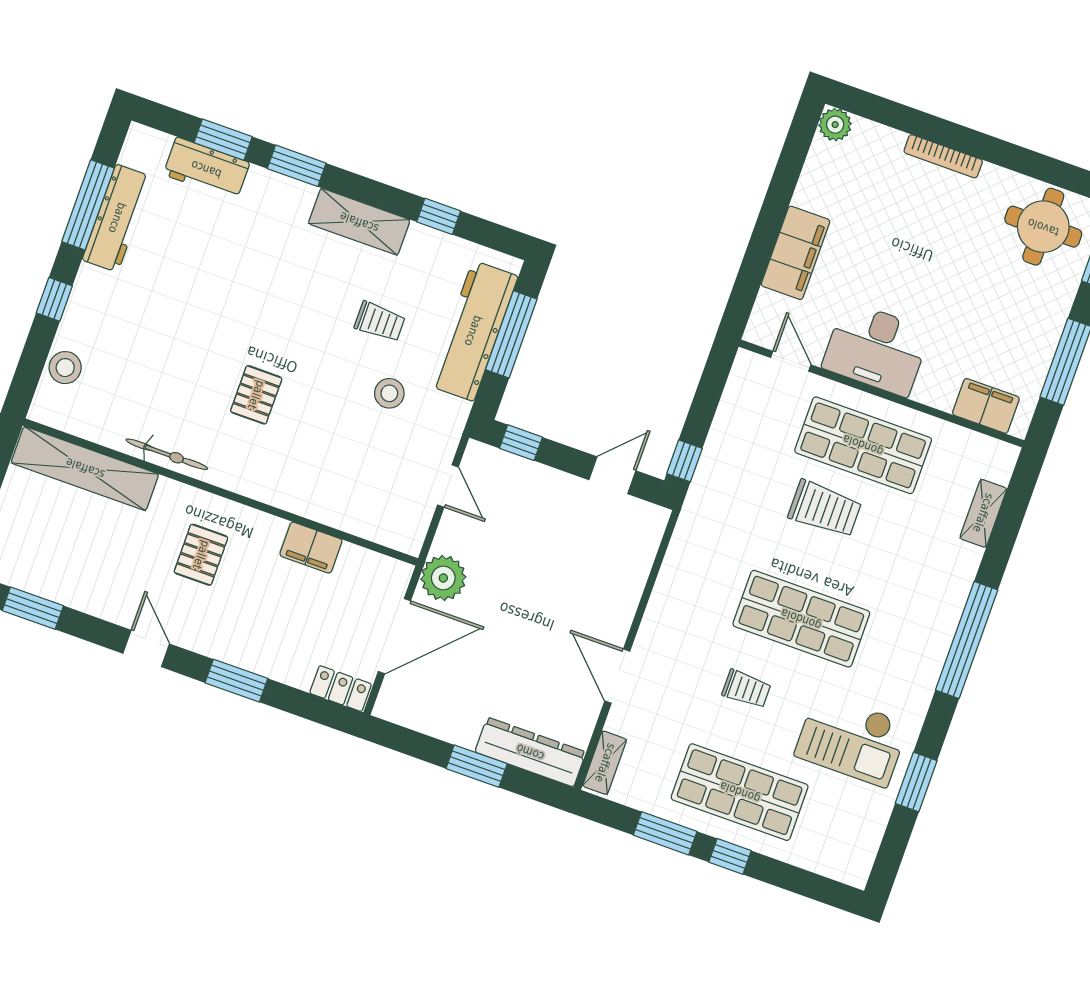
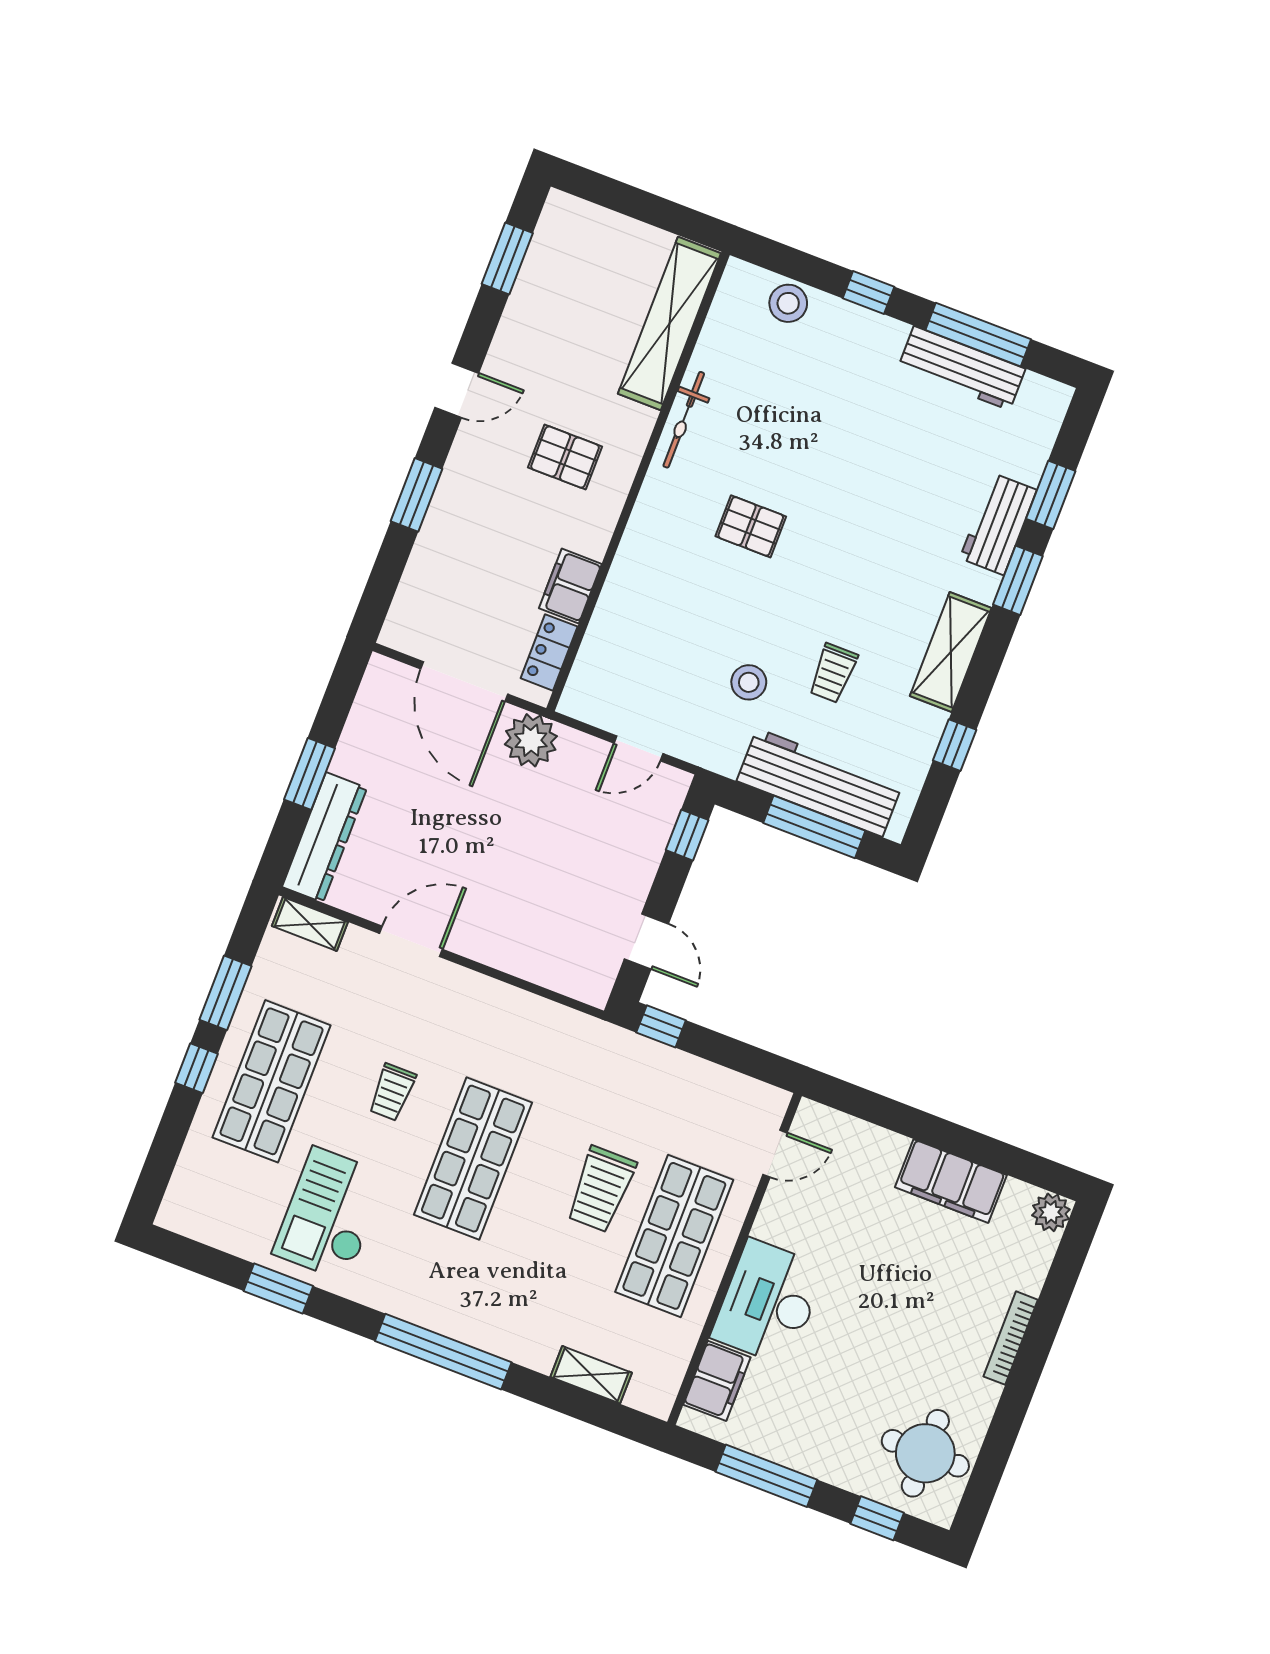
workbench: (206, 169) -> (998, 524), moved
filing cabinet: (795, 253) -> (951, 1181), moved
desk: (876, 349) -> (768, 1302), moved
locker: (341, 689) -> (549, 652), moved, turned 180

